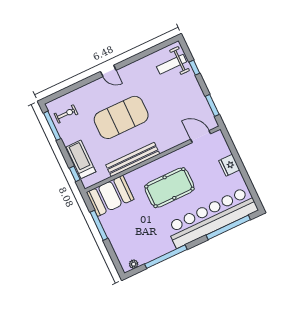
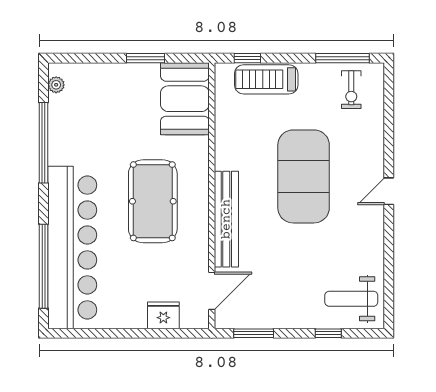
weight bench: (172, 64) -> (351, 299), turned -90
treadmill: (81, 159) -> (266, 79), turned 180
bench: (133, 160) -> (226, 219), moved
fridge: (229, 165) -> (163, 315), moved
window: (99, 225) -> (145, 58), width x0.69

